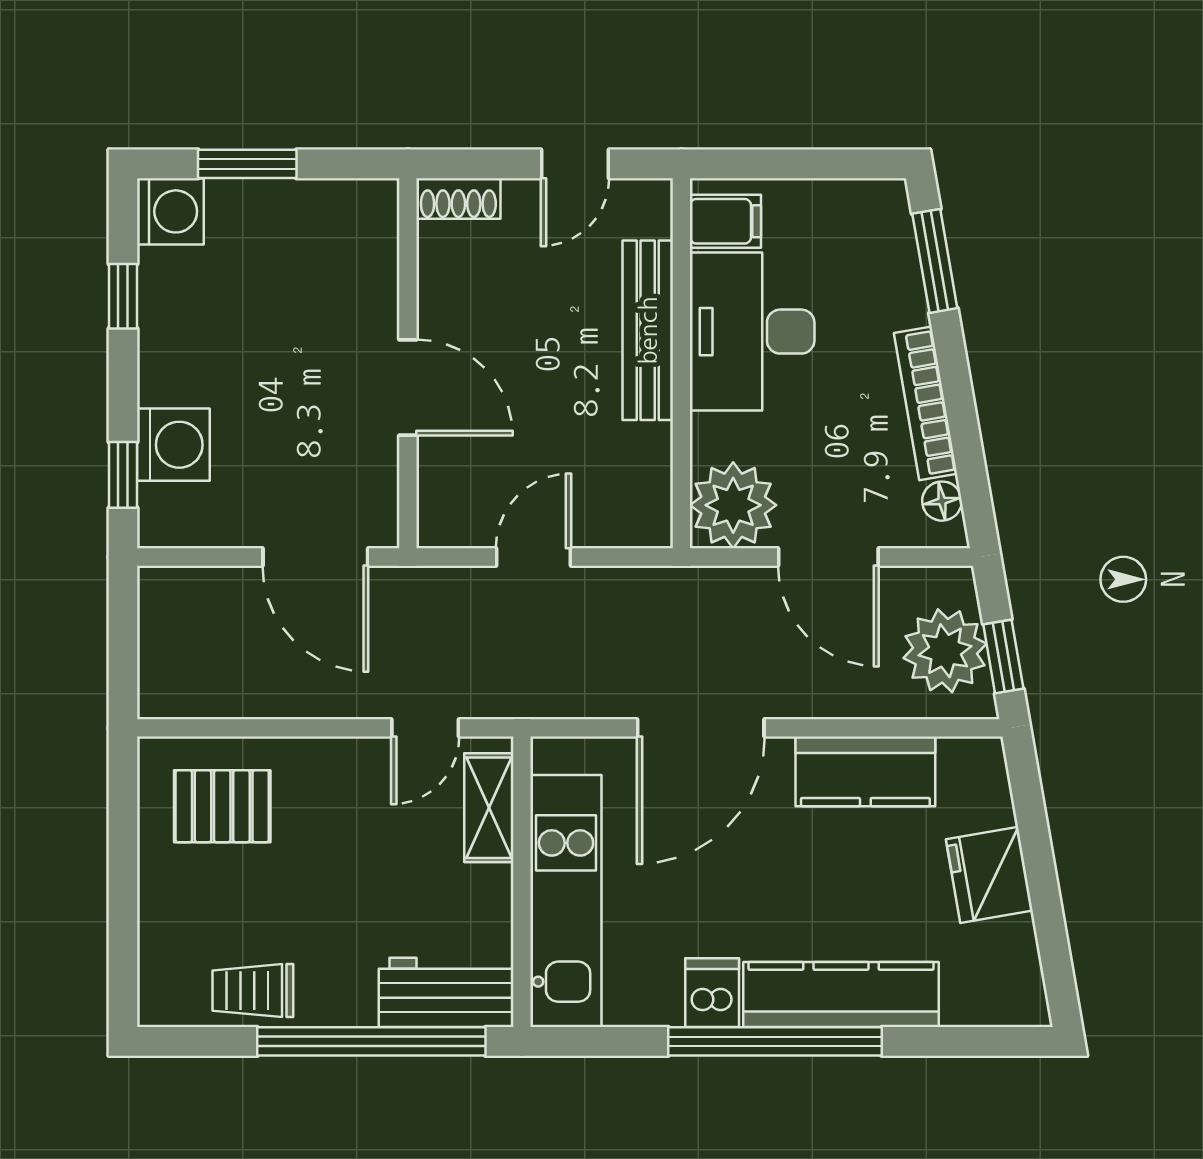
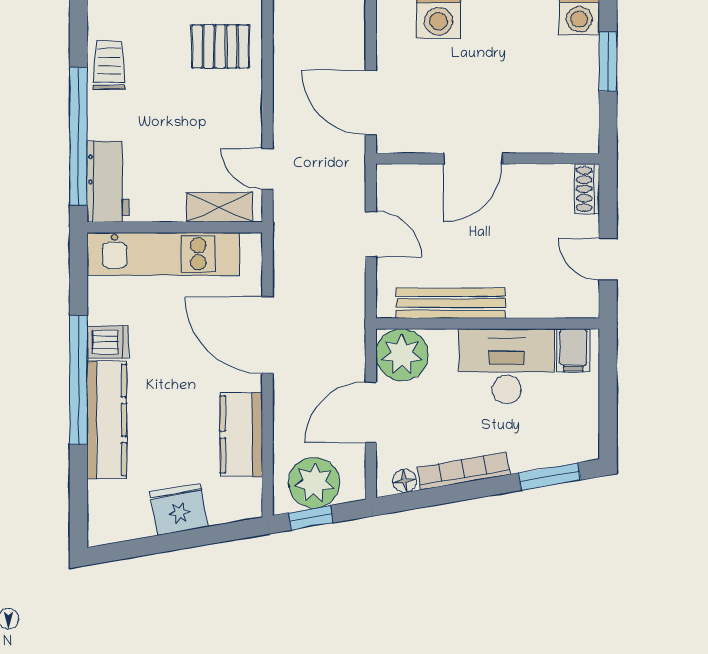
bench: (648, 330) -> (451, 303), moved
door: (315, 557) -> (371, 103), hinge flipped
pallet: (222, 806) -> (220, 46), turned 90

